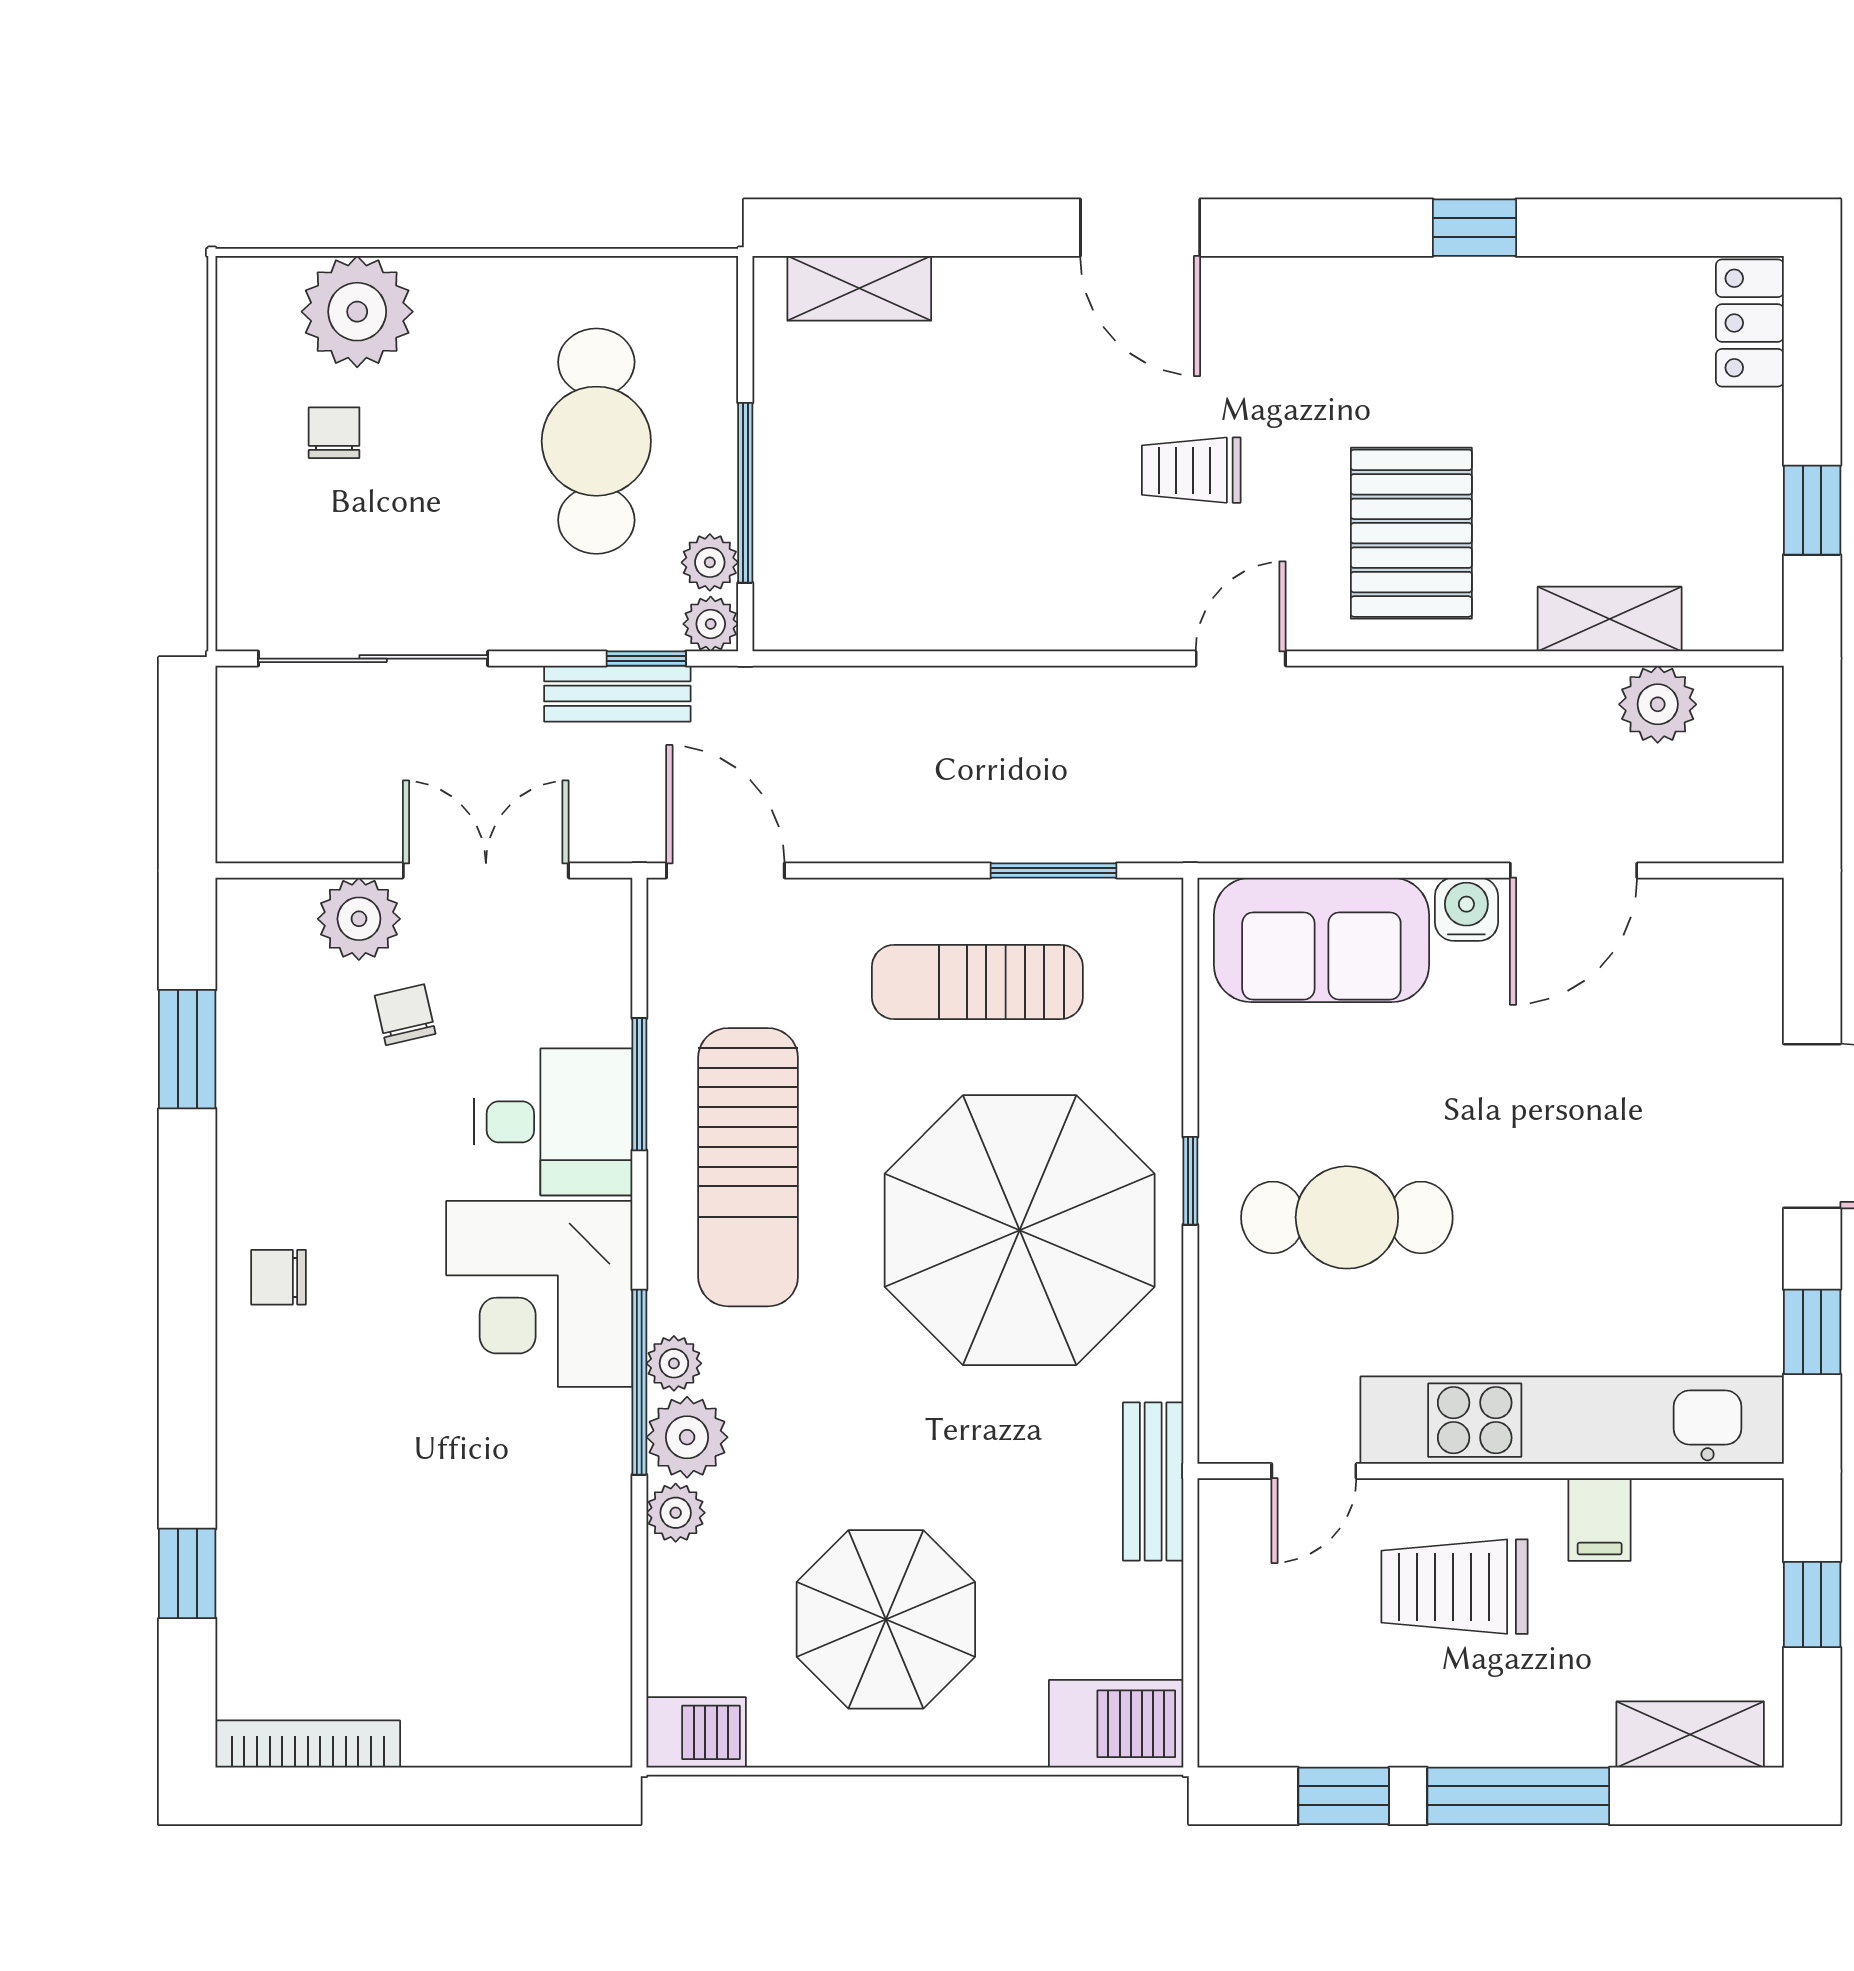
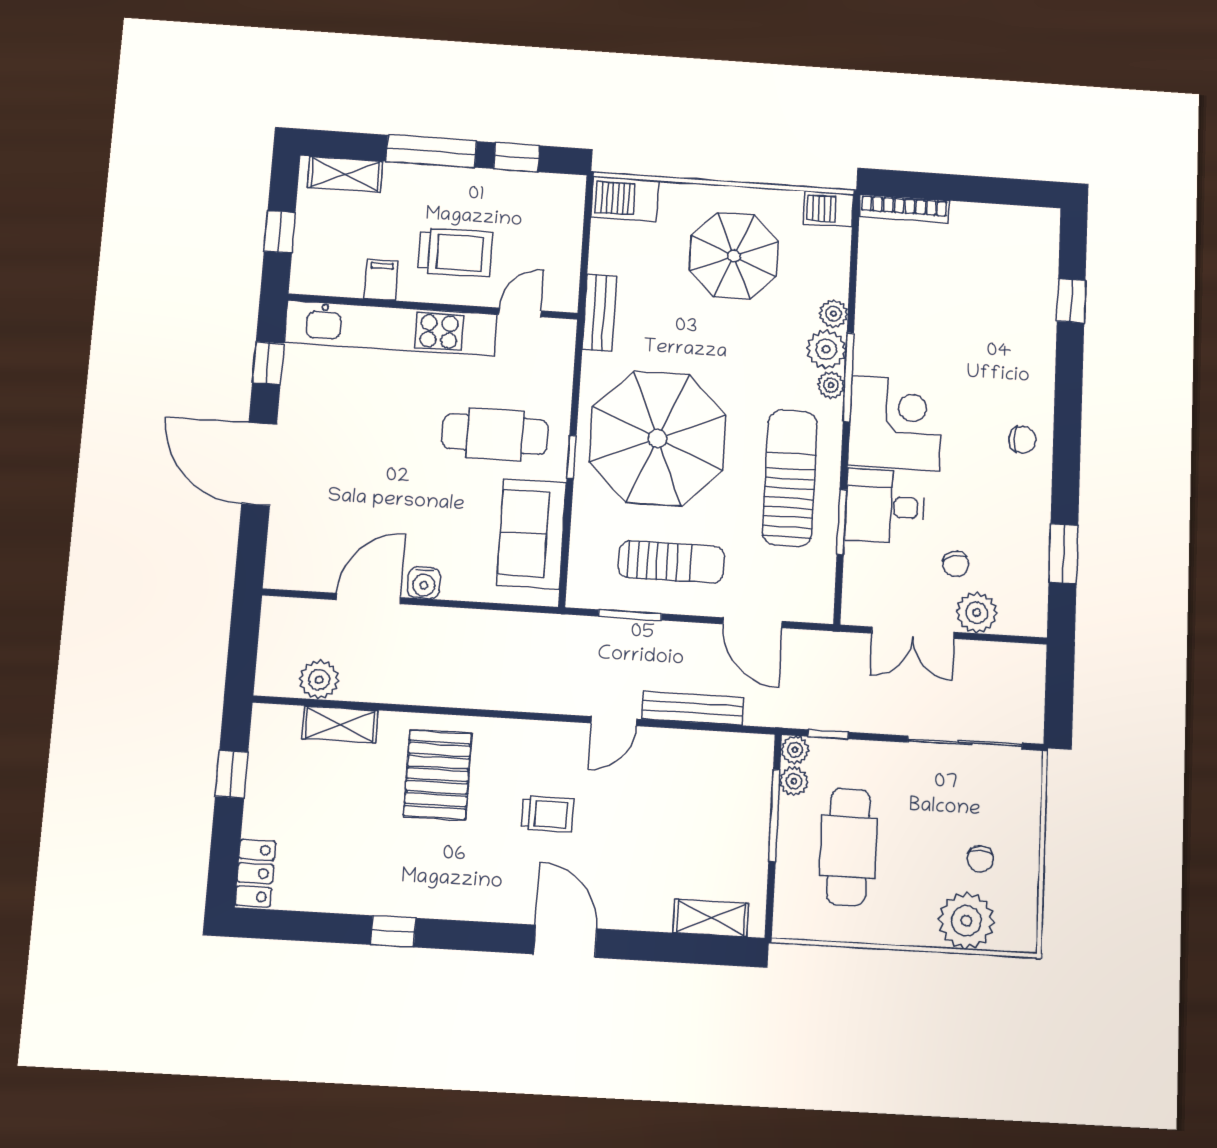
door: (1241, 659) -> (614, 721), moved
bench: (617, 694) -> (693, 708), moved, width x1.36
door: (725, 870) -> (752, 623), moved
sofa: (1321, 940) -> (532, 534), moved, turned -90
bookcase: (308, 1744) -> (904, 209), moved

